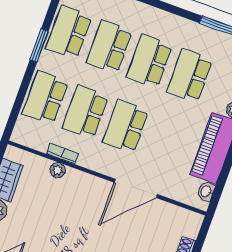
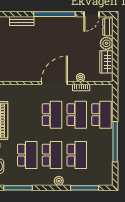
plant: (153, 15) -> (59, 181), added
school desk: (69, 32) -> (102, 155), removed
window: (39, 45) -> (115, 142), width x2.11
door: (136, 188) -> (54, 83), moved

